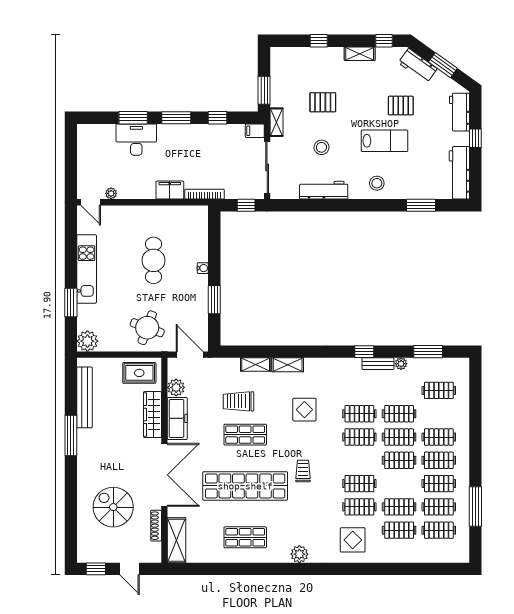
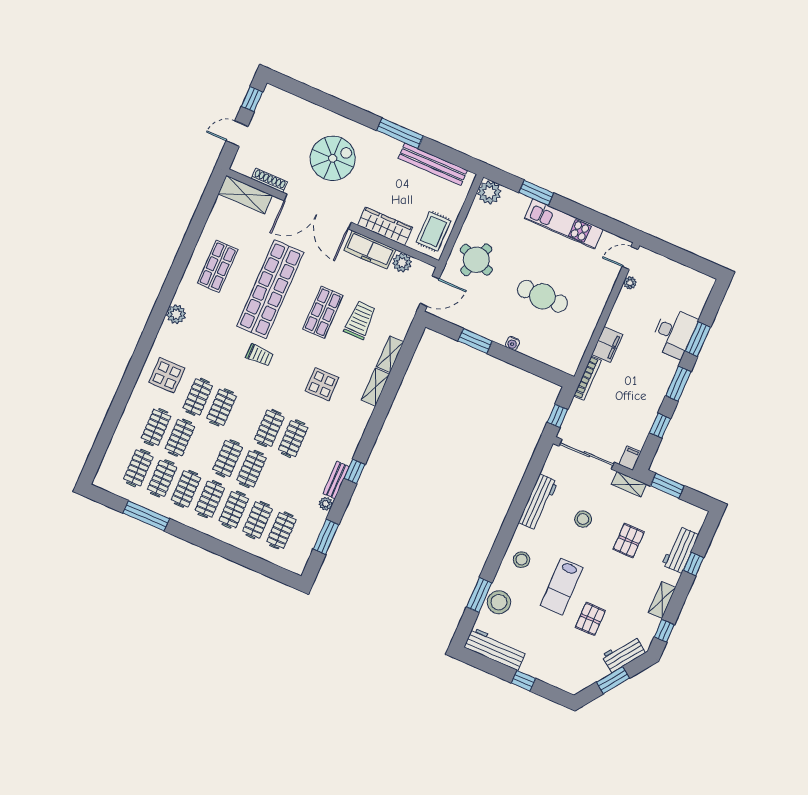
workbench: (459, 112) -> (680, 550), moved, turned -90
stool: (420, 187) -> (499, 602), added
clothes rail: (399, 414) -> (258, 520), moved
spiral stairs: (113, 507) -> (333, 158), moved

